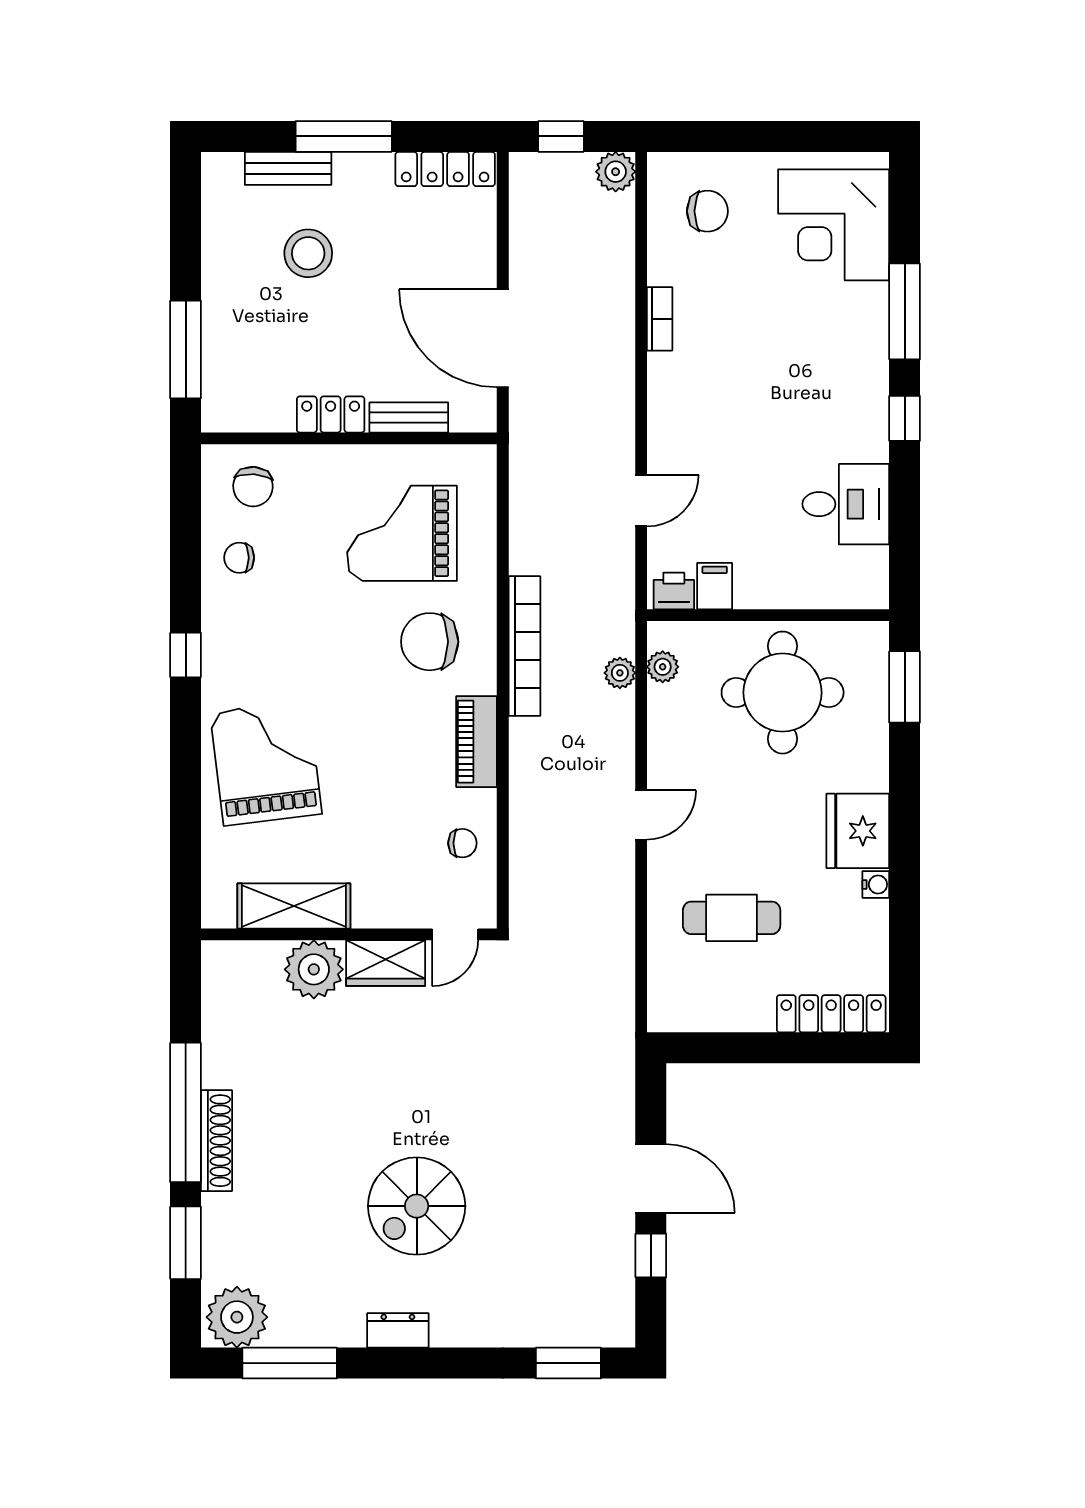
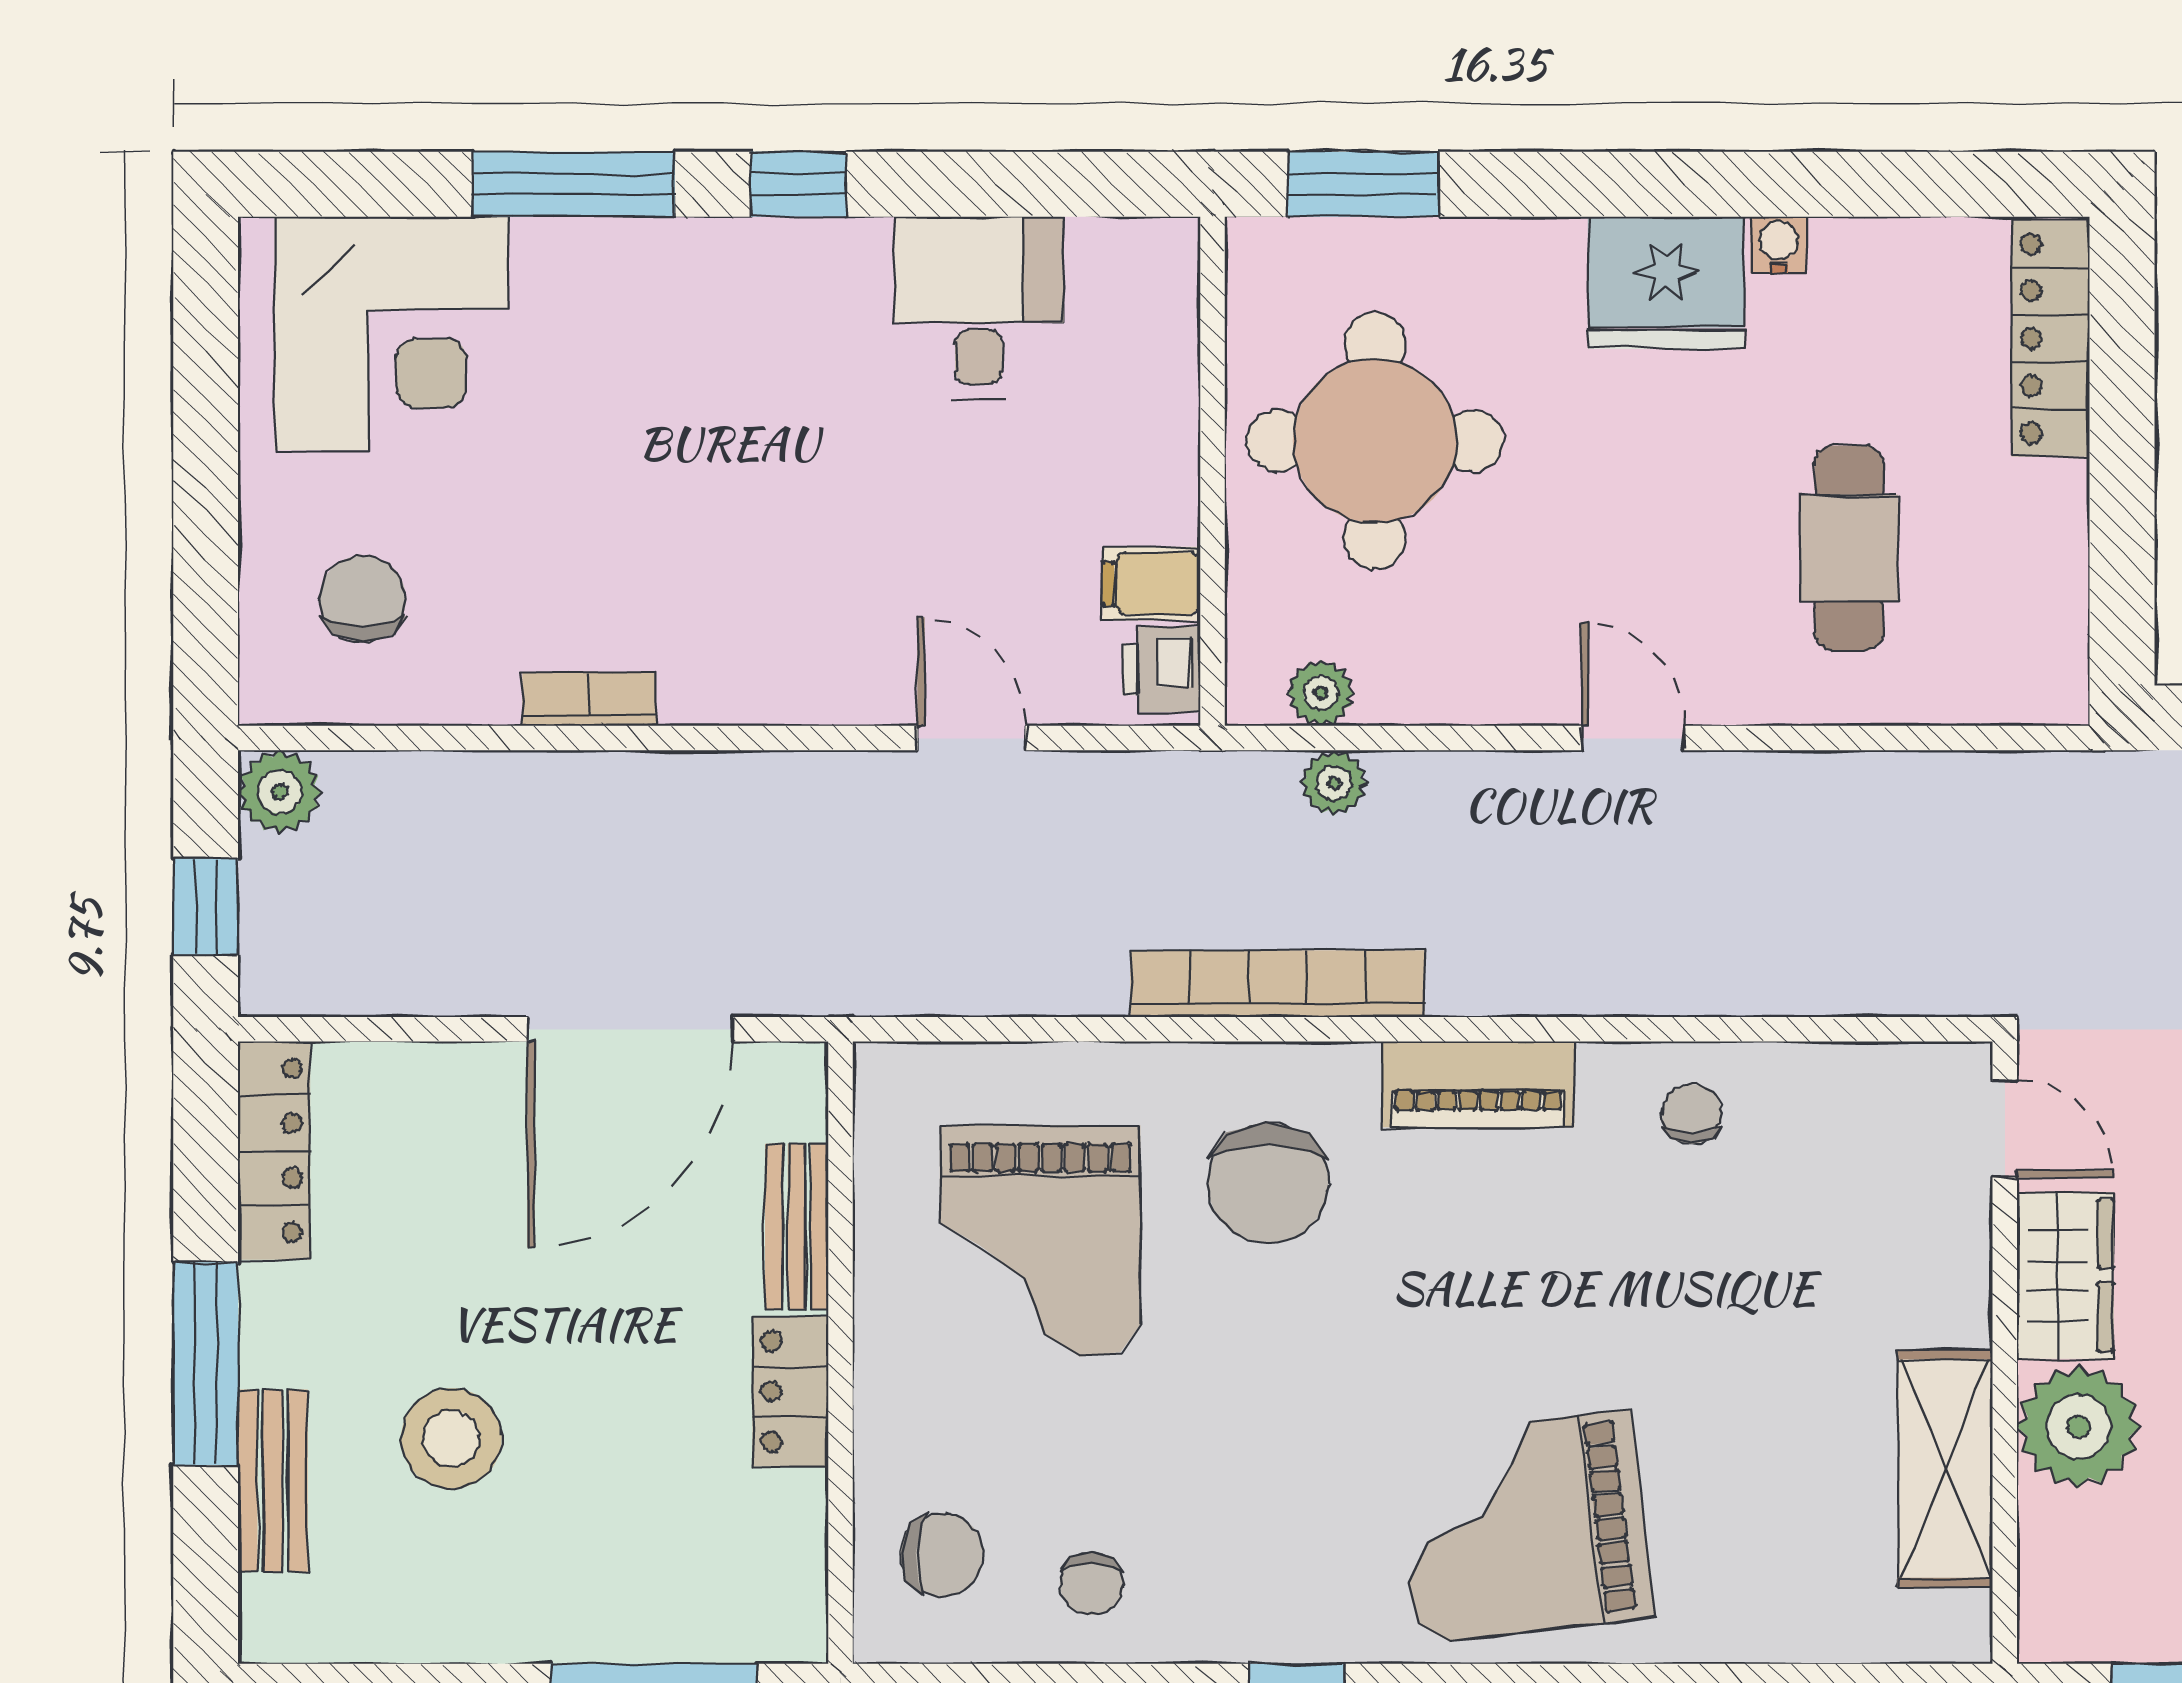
shelving: (294, 906) -> (1945, 1469), moved
wall: (349, 934) -> (2005, 1353), moved
door: (455, 934) -> (2005, 1129), moved
wardrobe: (386, 963) -> (2065, 1276), moved
plant: (314, 969) -> (2078, 1427), moved

